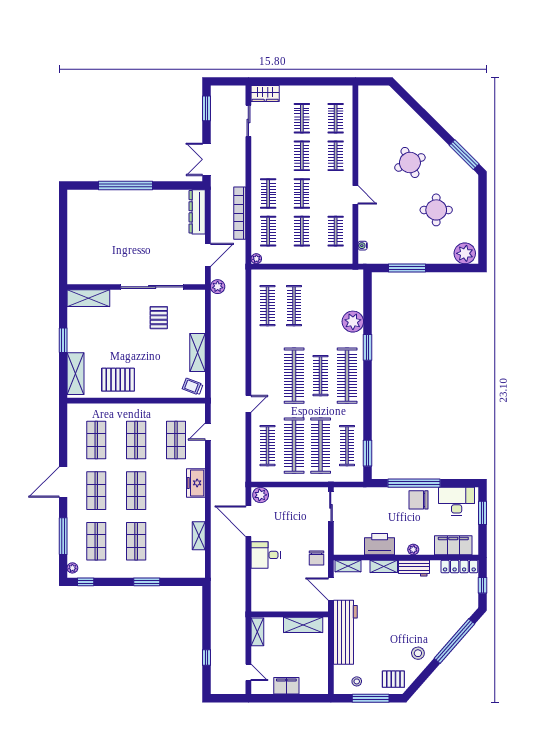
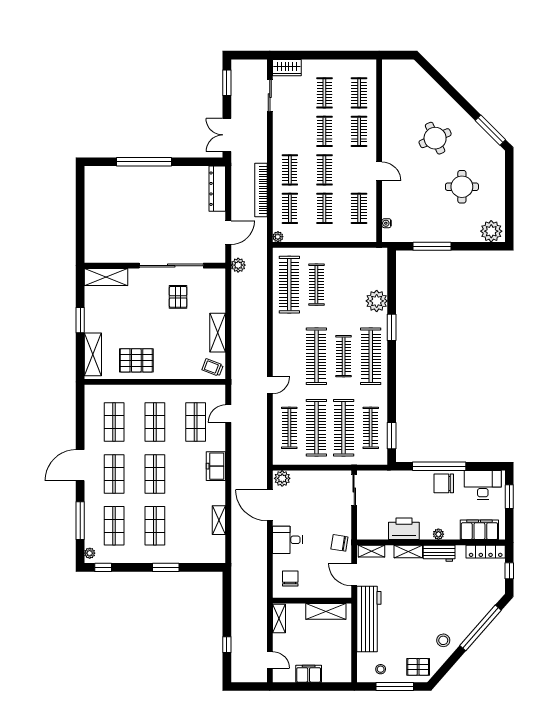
clothes rail: (267, 306) -> (289, 285), width x1.37, depth x1.31
chair: (316, 558) -> (339, 543), turned 99
chair: (268, 593) -> (290, 578), added

